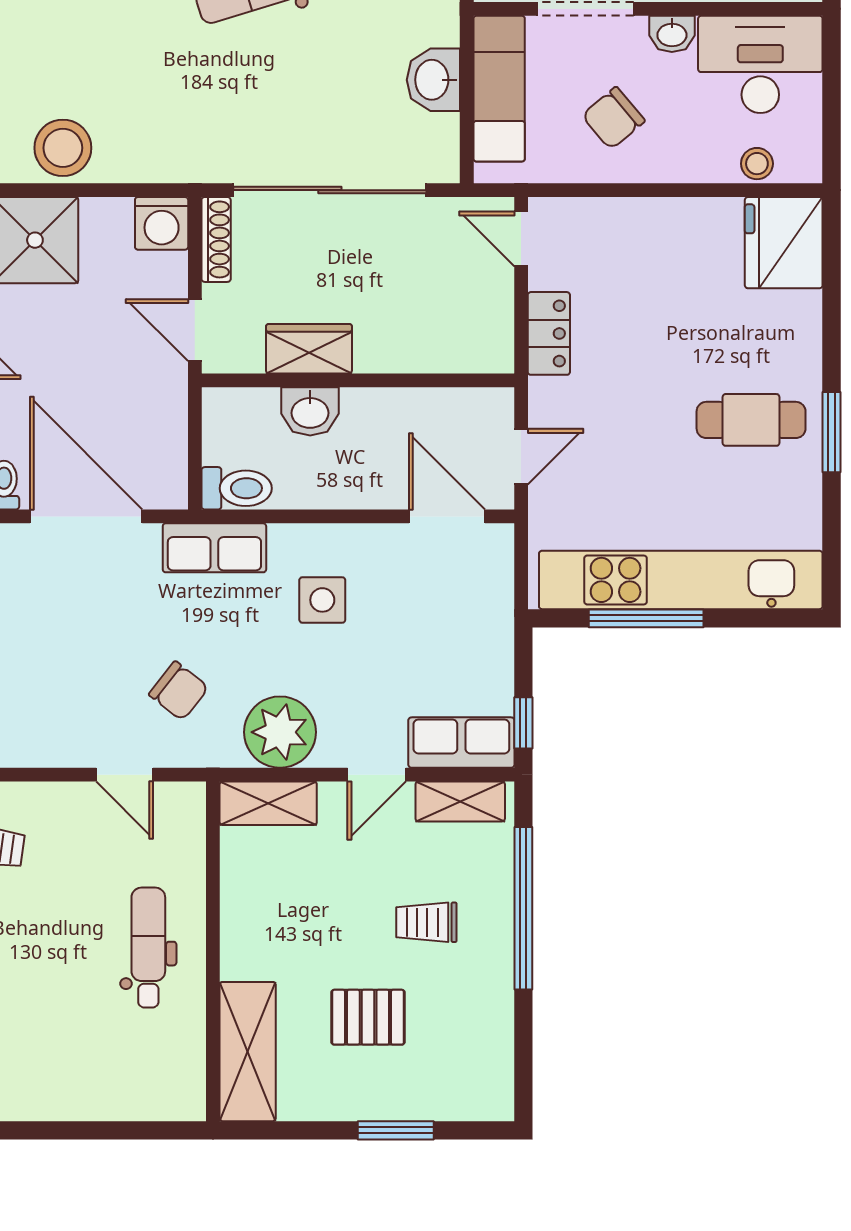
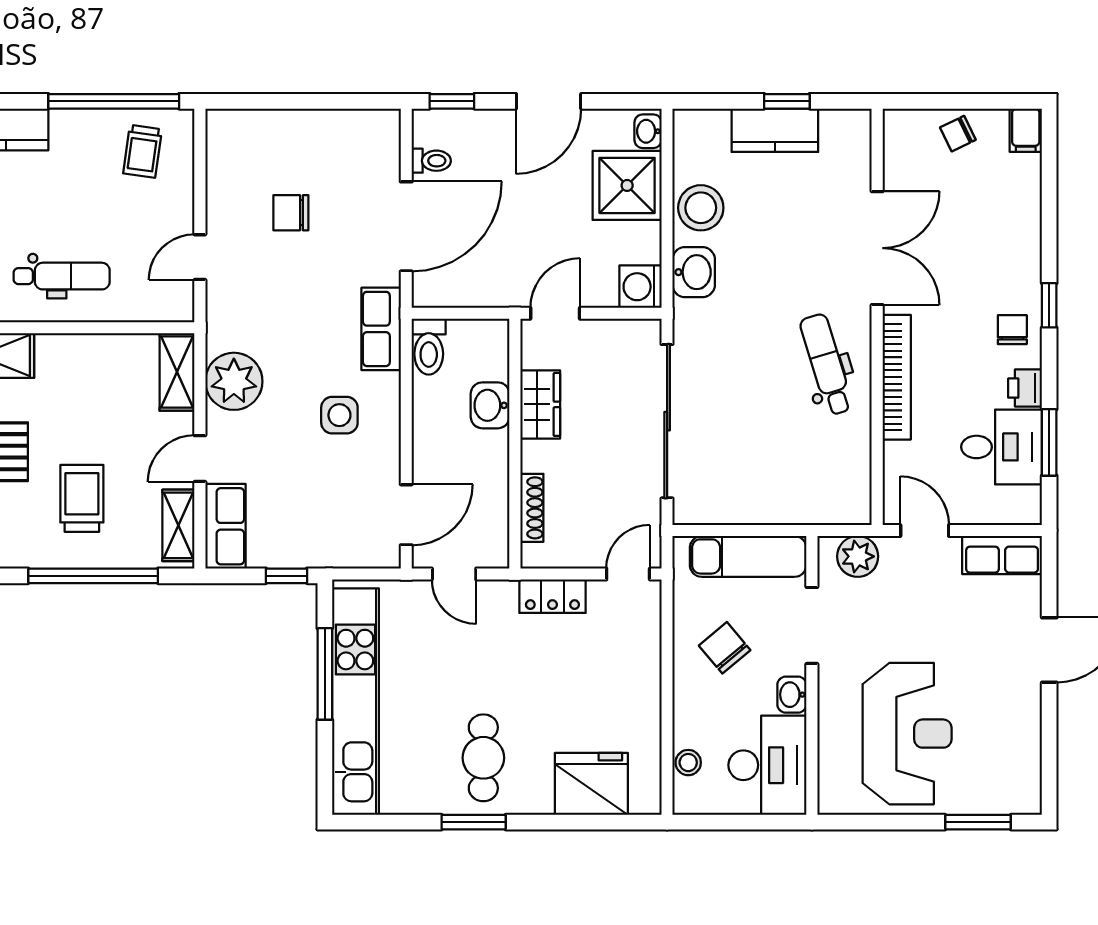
washbasin: (433, 80) -> (694, 272), moved, turned 90
shoe rack: (216, 239) -> (532, 508), moved, turned -90
fridge: (784, 243) -> (591, 784), moved
chair: (179, 691) -> (291, 213), moved, turned 52
window: (523, 723) -> (286, 576), moved
door: (377, 775) -> (200, 459), hinge flipped
trolley: (426, 922) -> (82, 498), width x1.36, depth x1.39

